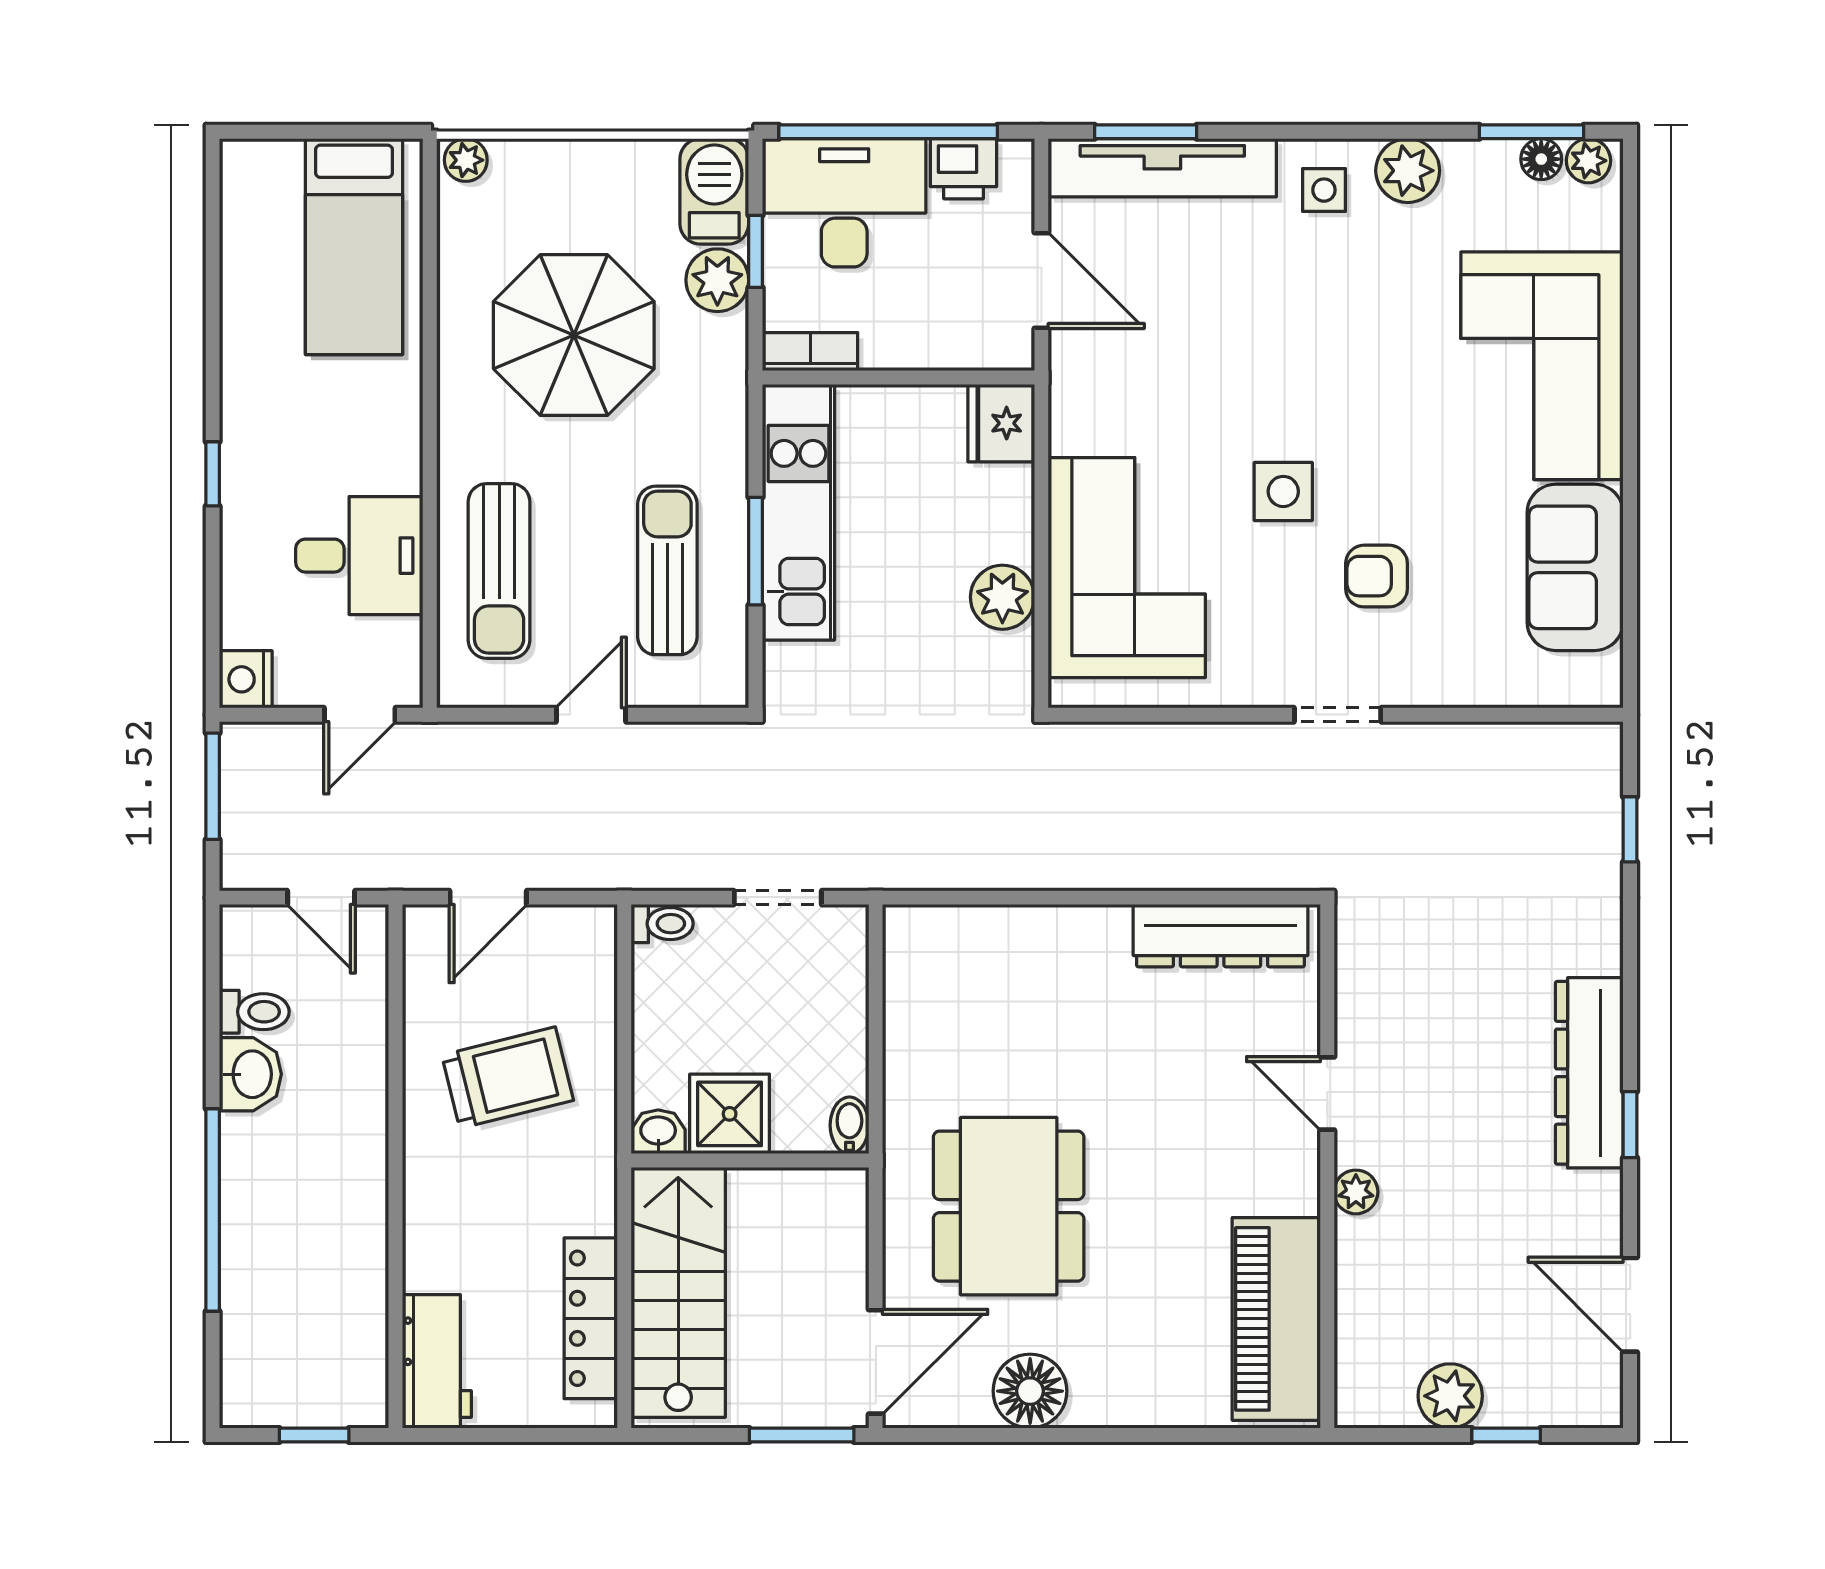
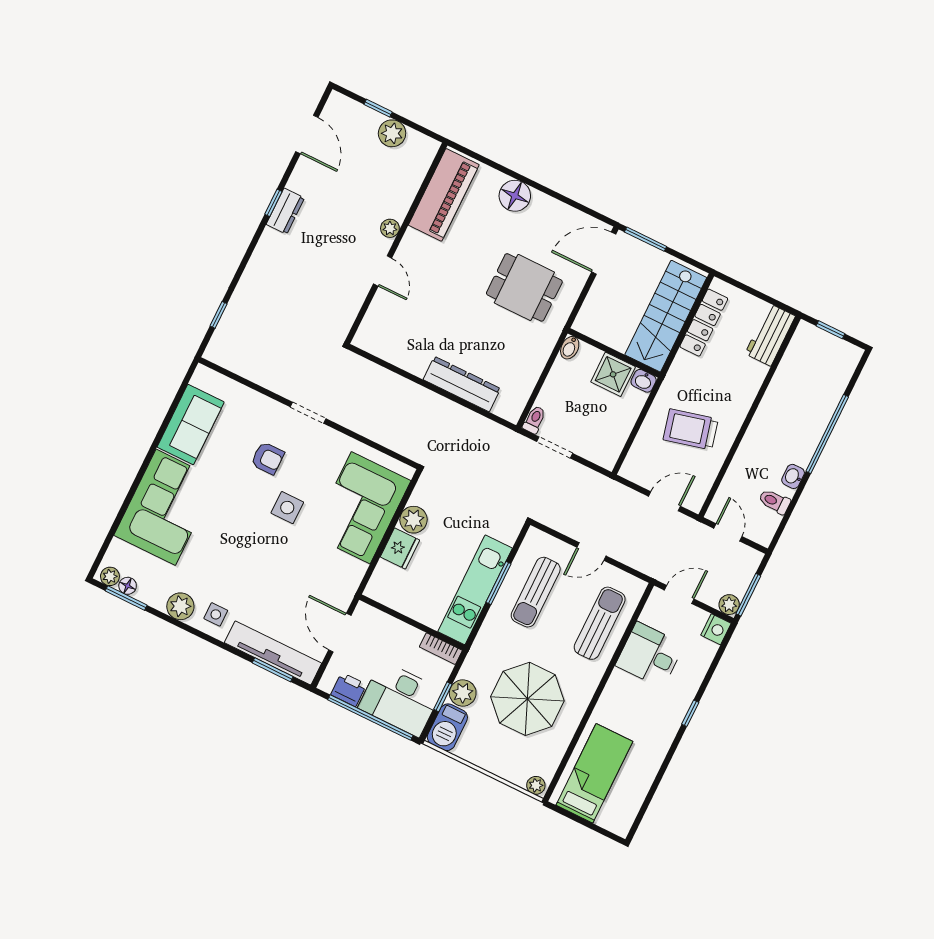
fridge: (1001, 423) -> (400, 548), moved
plant: (243, 745) -> (729, 605), added
toilet: (662, 924) -> (534, 420), moved, turned 90
dresser: (1220, 936) -> (462, 384), moved
dresser: (1589, 1073) -> (285, 211), width x0.51, depth x0.80
washbasin: (250, 1074) -> (793, 476), width x0.72, depth x0.69
dining table: (1009, 1206) -> (524, 287), width x0.73
floor lamp: (1030, 1391) -> (515, 196), moved

